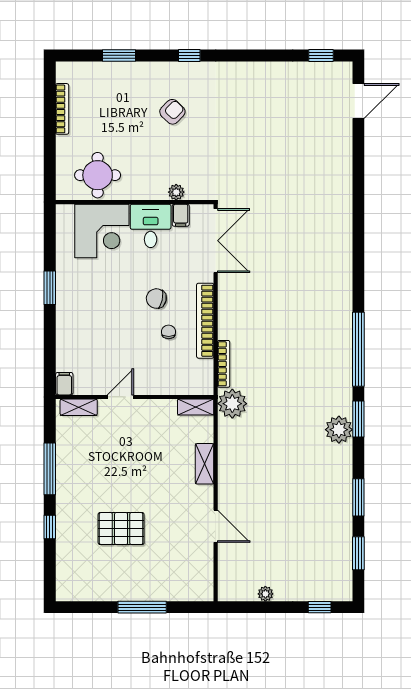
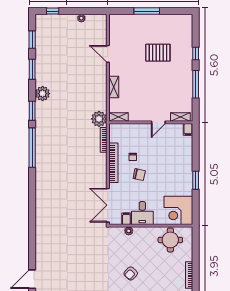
corner desk: (102, 231) -> (178, 210), moved, turned -90
plant: (339, 430) -> (43, 94), moved

